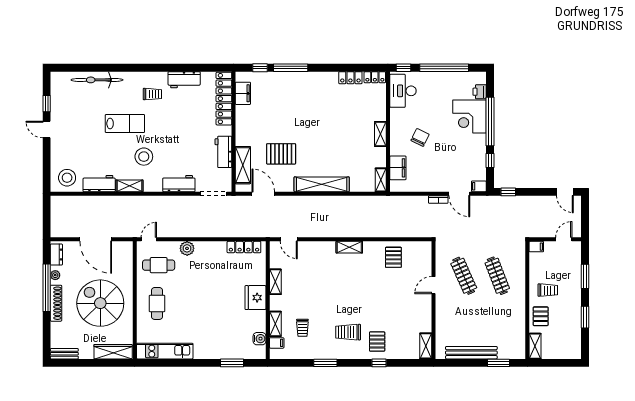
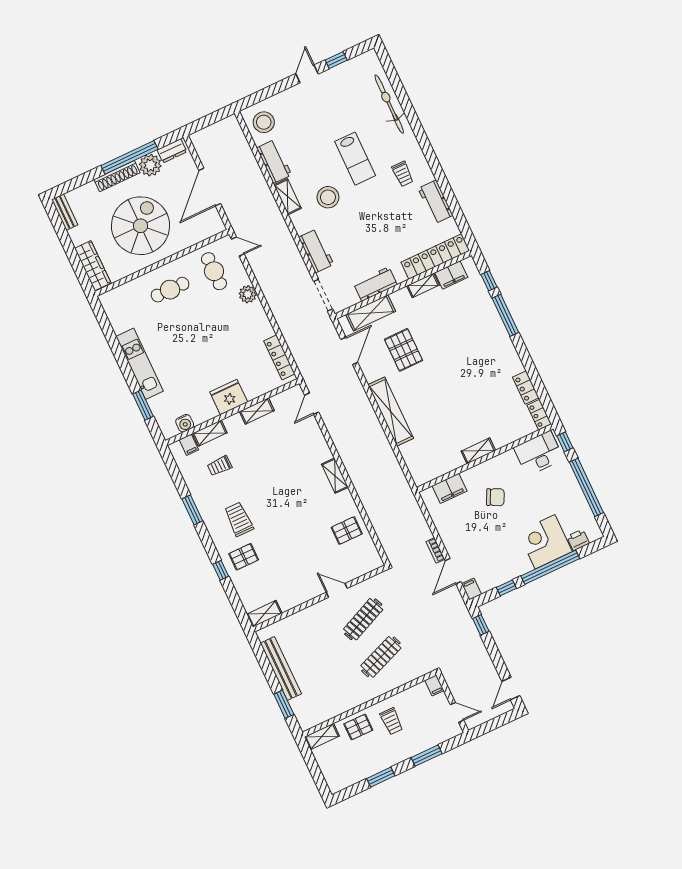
shelving: (381, 180) -> (423, 285), moved
plant: (55, 275) -> (150, 165), width x1.88, depth x1.88
kitchen unit: (165, 351) -> (140, 364), moved

